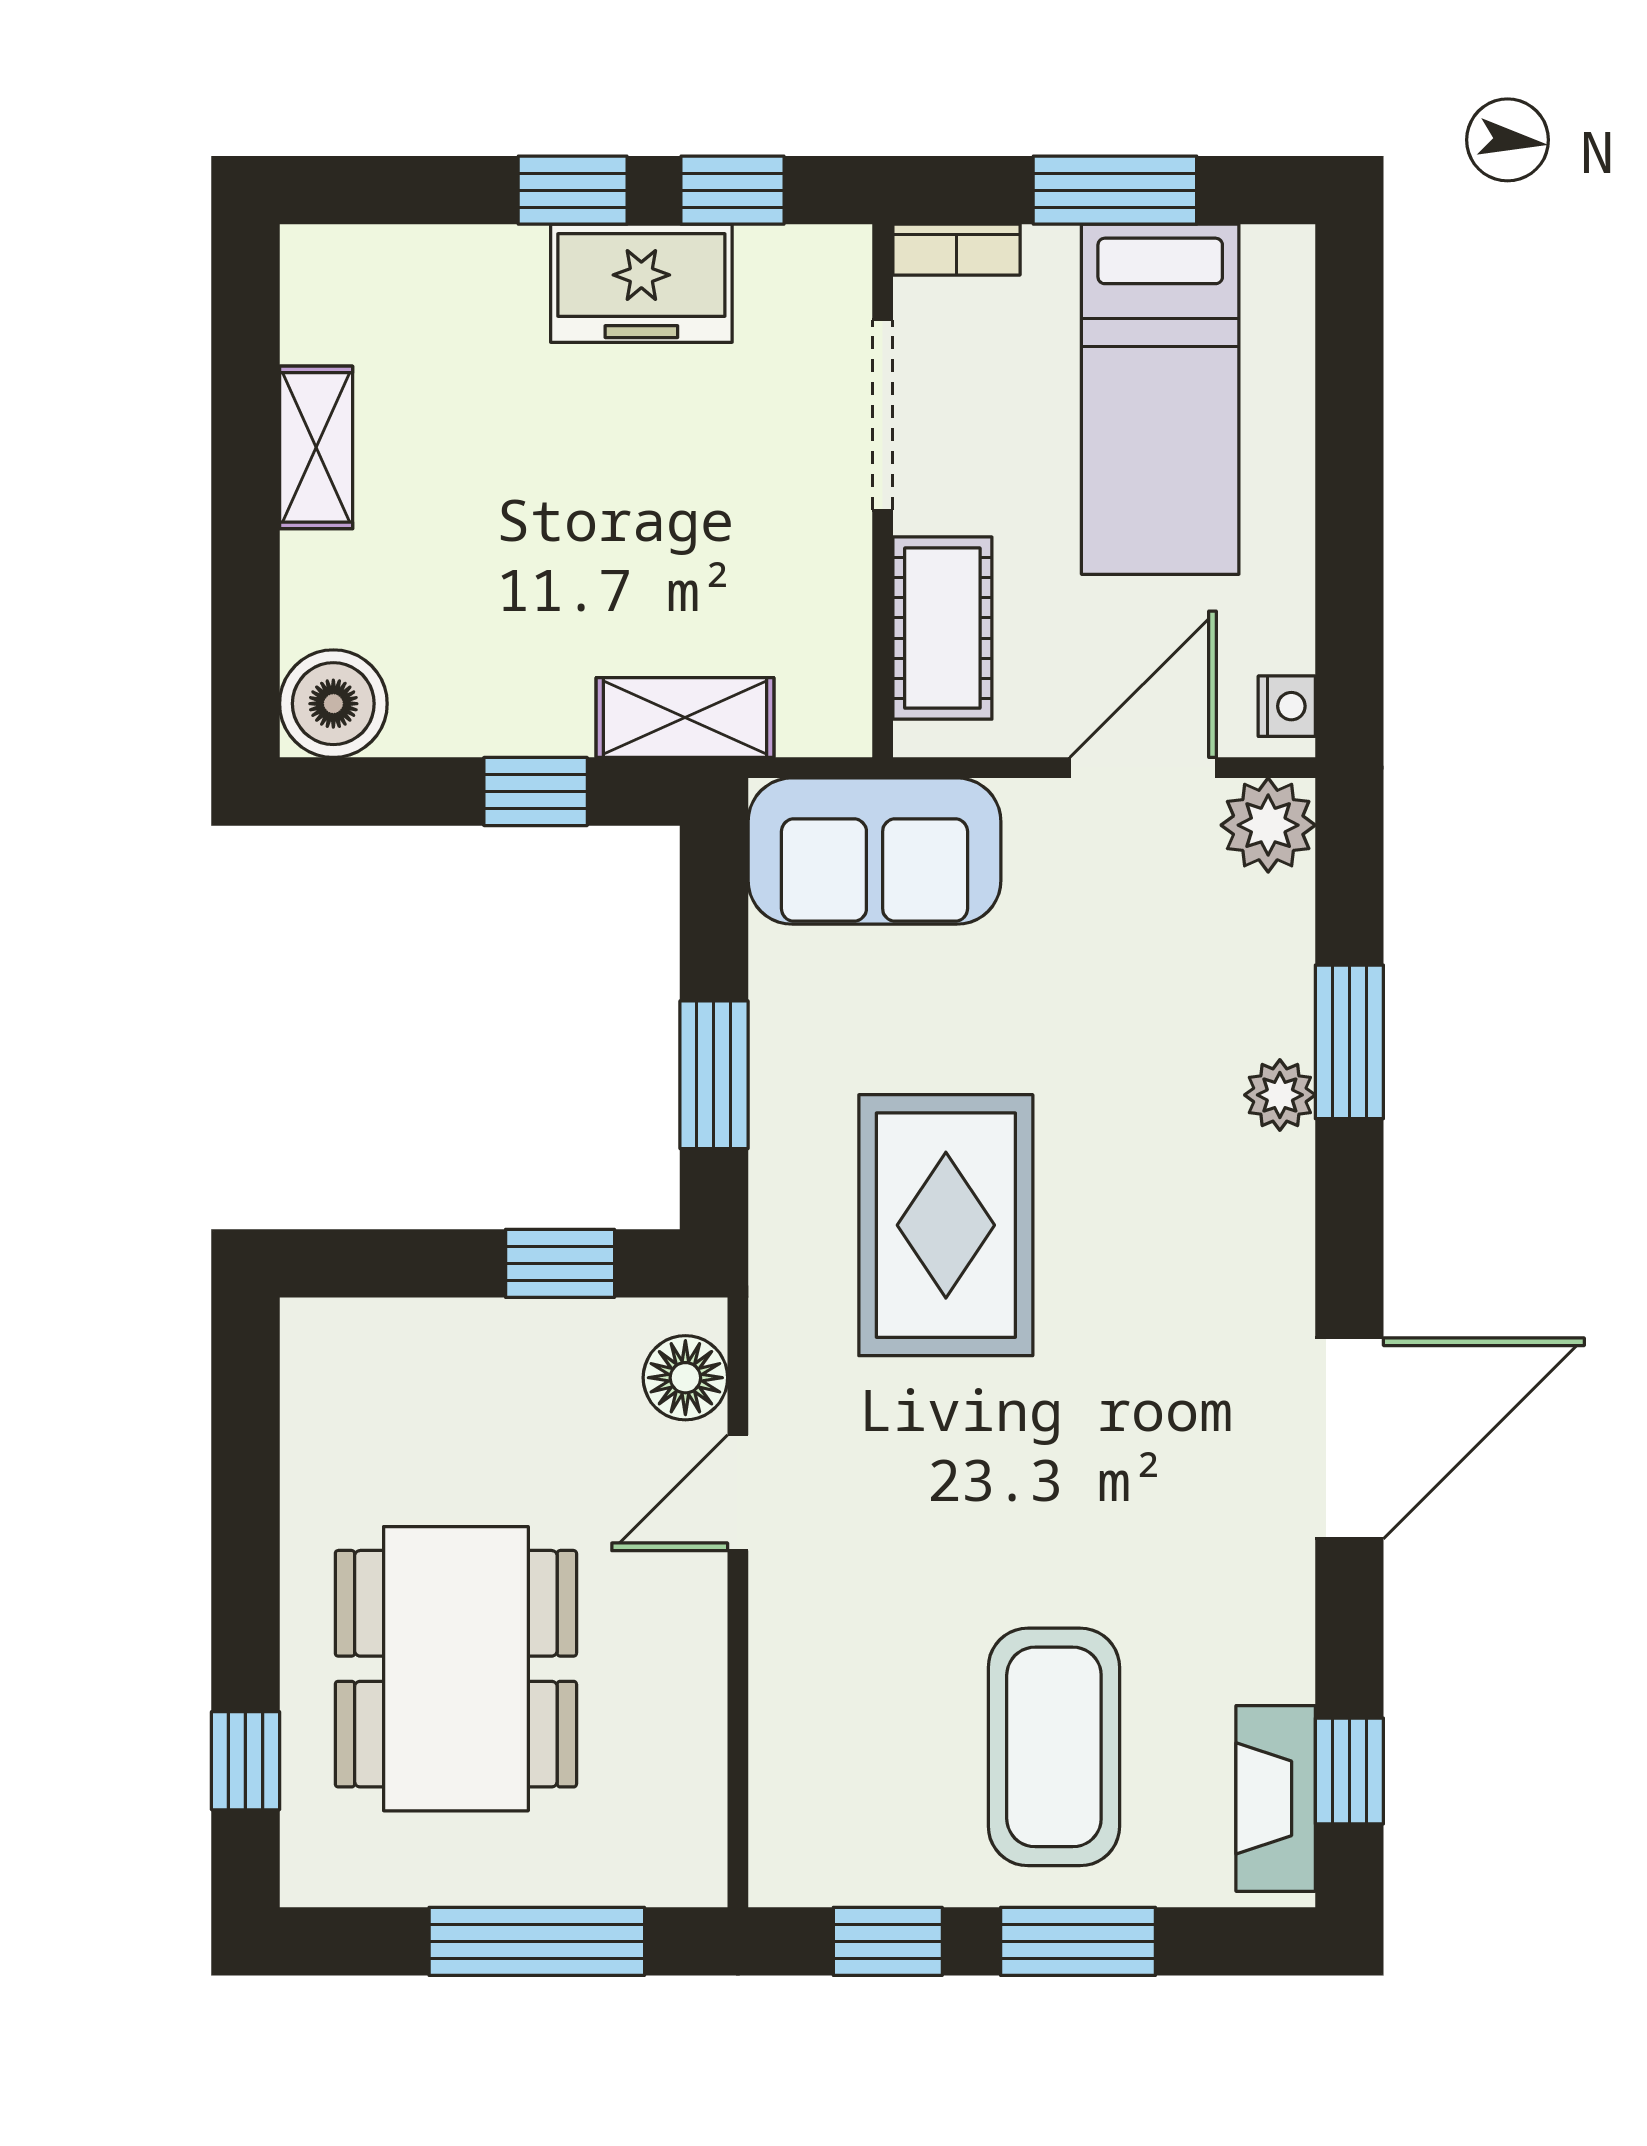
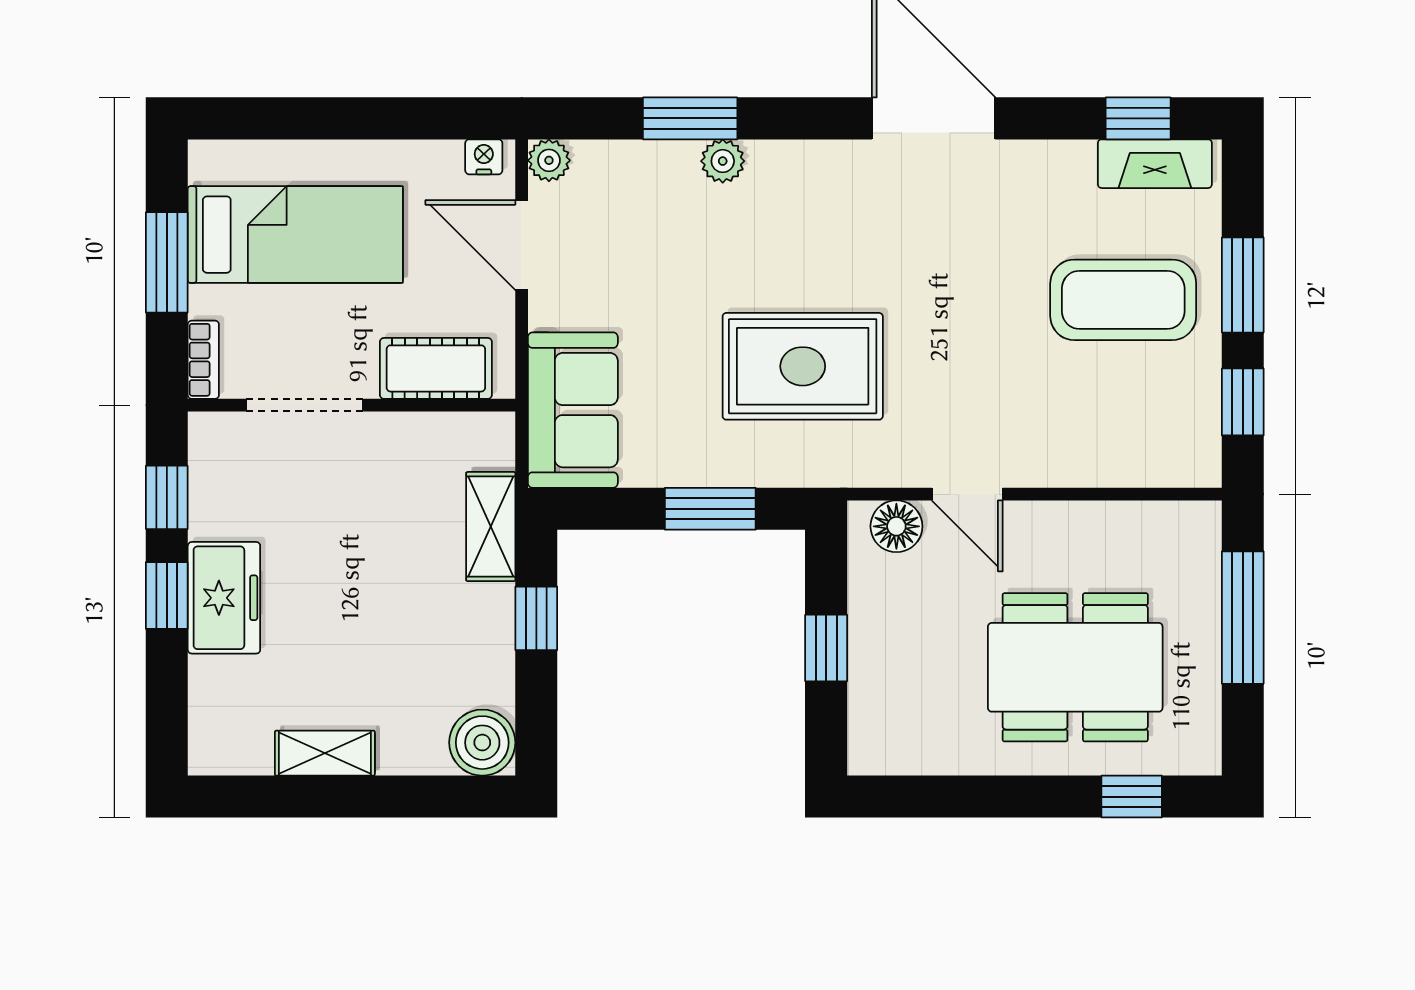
freezer: (641, 283) -> (224, 598), moved
plant: (1268, 825) -> (549, 160), width x0.73, depth x0.73
window: (560, 1263) -> (826, 648), moved

